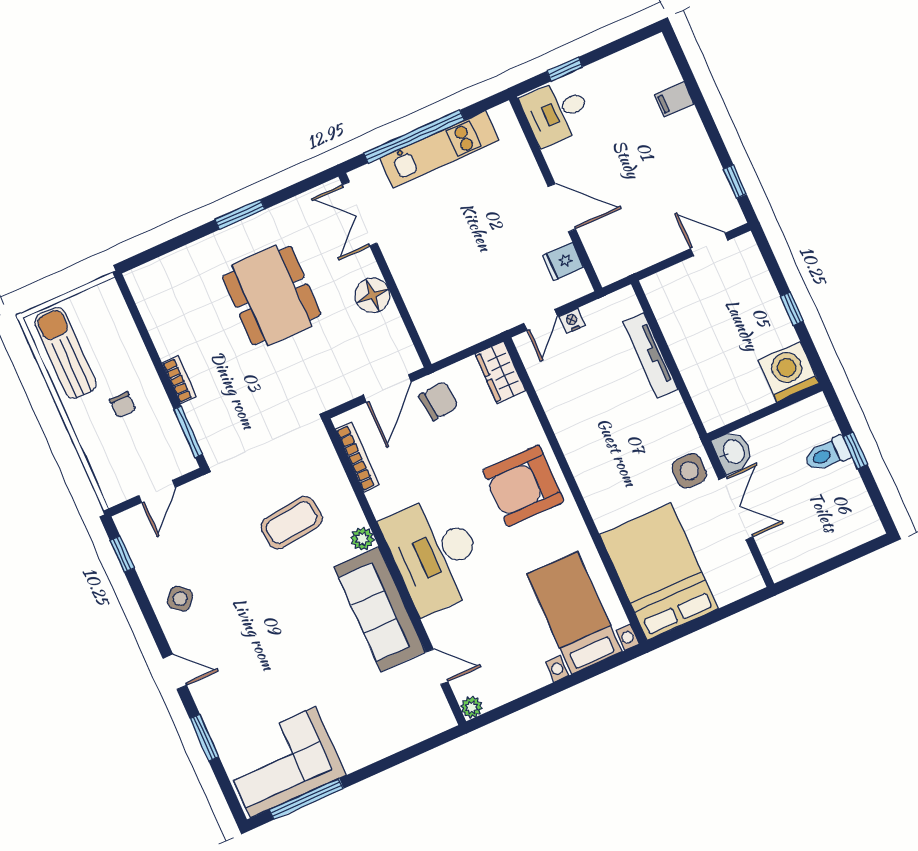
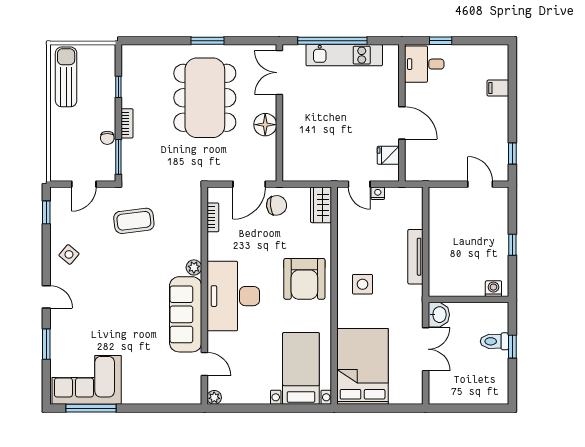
dining table: (272, 296) -> (205, 98), width x1.36, depth x1.24
door: (541, 320) -> (359, 184), hinge flipped
window: (145, 334) -> (118, 87), added
tv unit: (651, 355) -> (415, 257), moved
washing machine: (788, 372) -> (493, 289), width x0.53, depth x0.53
chair: (123, 405) -> (107, 138), moved
bookcase: (358, 457) -> (213, 217), width x0.64
side table: (689, 471) -> (362, 284), moved
armchair: (523, 486) -> (304, 279), turned -90
coffee table: (291, 523) -> (134, 221), moved

